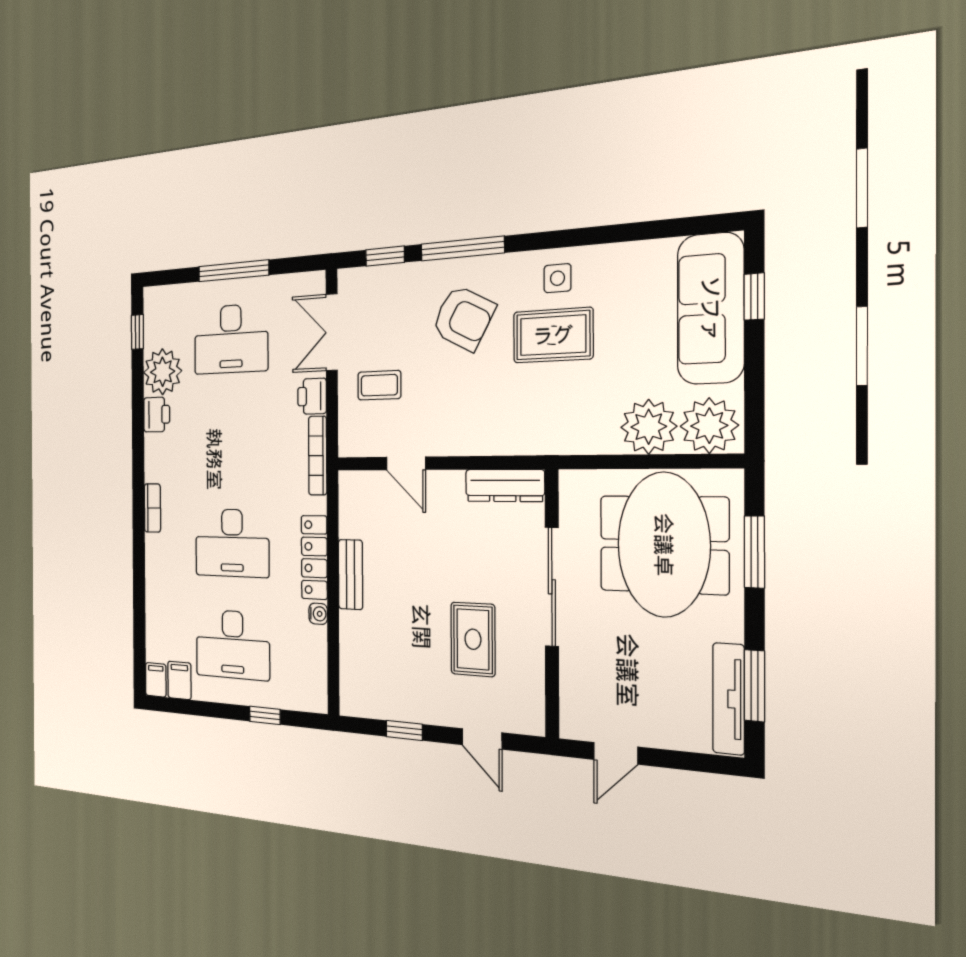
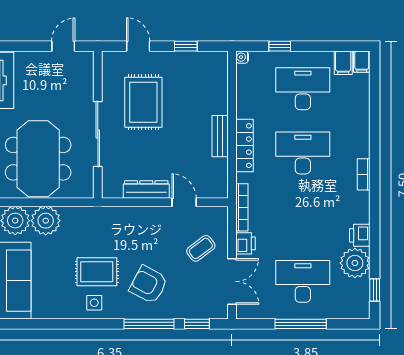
coffee table: (379, 385) -> (201, 248), turned -37
dresser: (505, 485) -> (146, 190), moved
water cooler: (318, 614) -> (242, 57), moved
rug: (473, 639) -> (143, 102), width x1.36, depth x1.43

